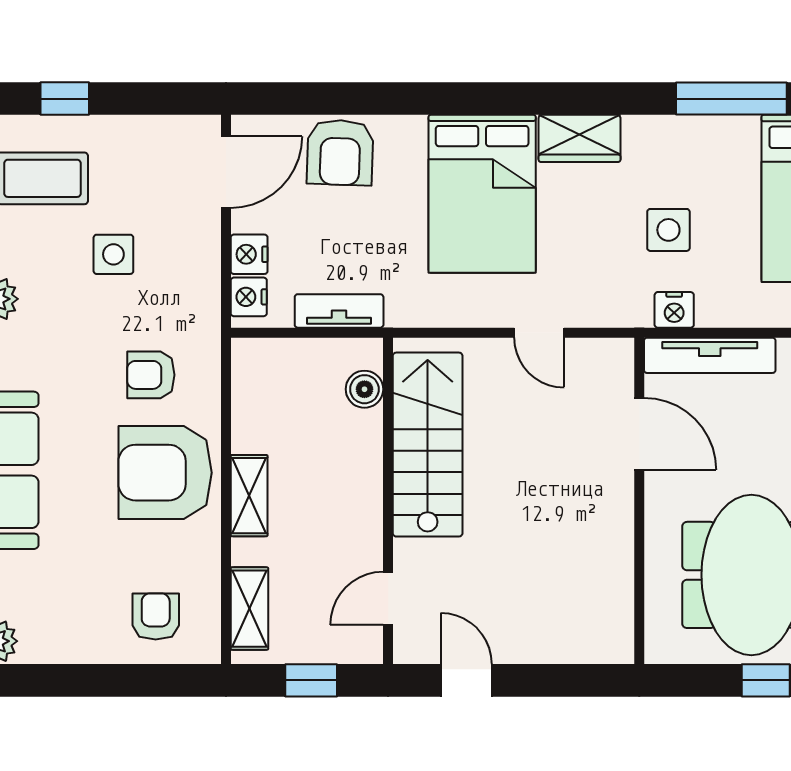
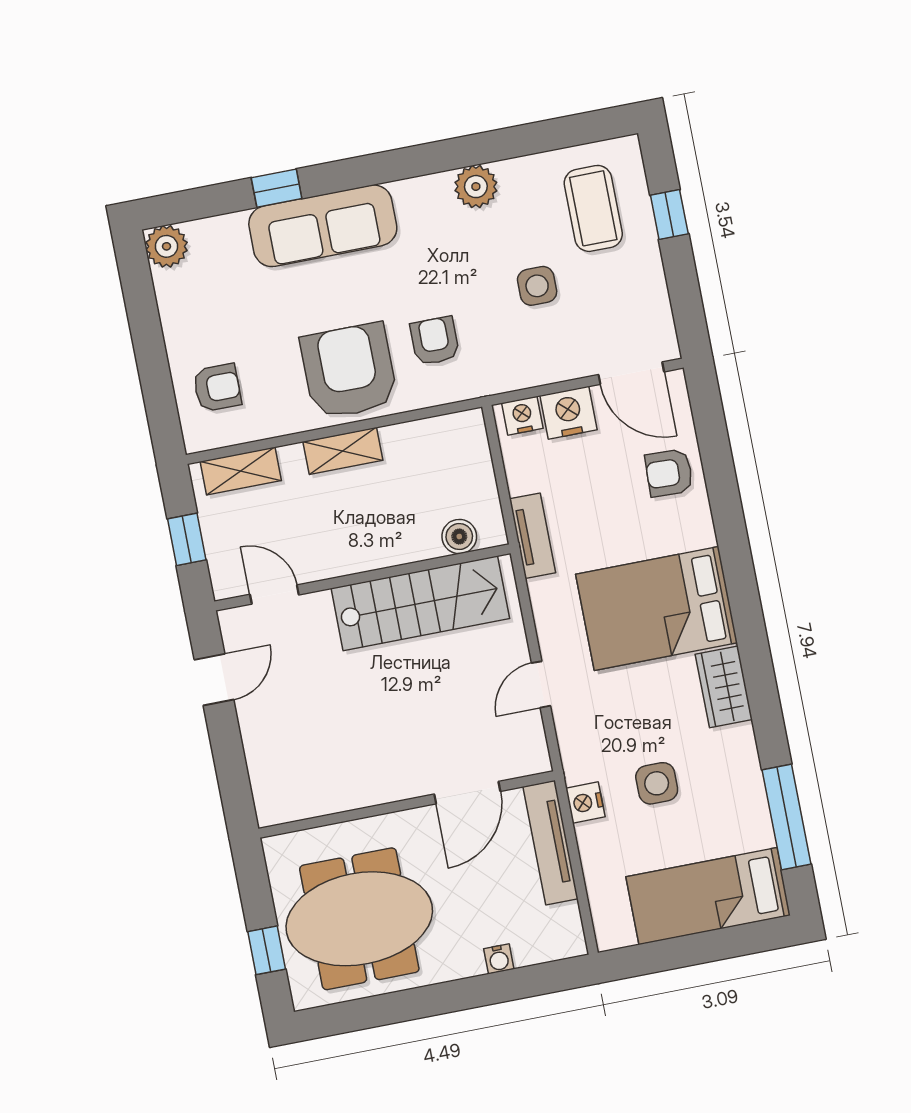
armchair: (340, 152) -> (669, 473), width x0.72, depth x0.72
nightstand: (249, 254) -> (569, 413), width x1.36, depth x1.33
tv unit: (339, 311) -> (533, 536), moved

